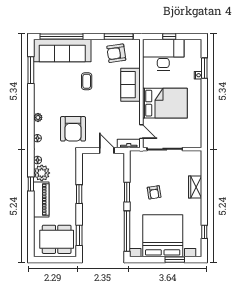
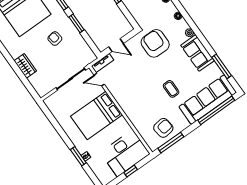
window: (204, 68) -> (78, 156), moved
sofa: (130, 85) -> (197, 53), moved, turned 180

